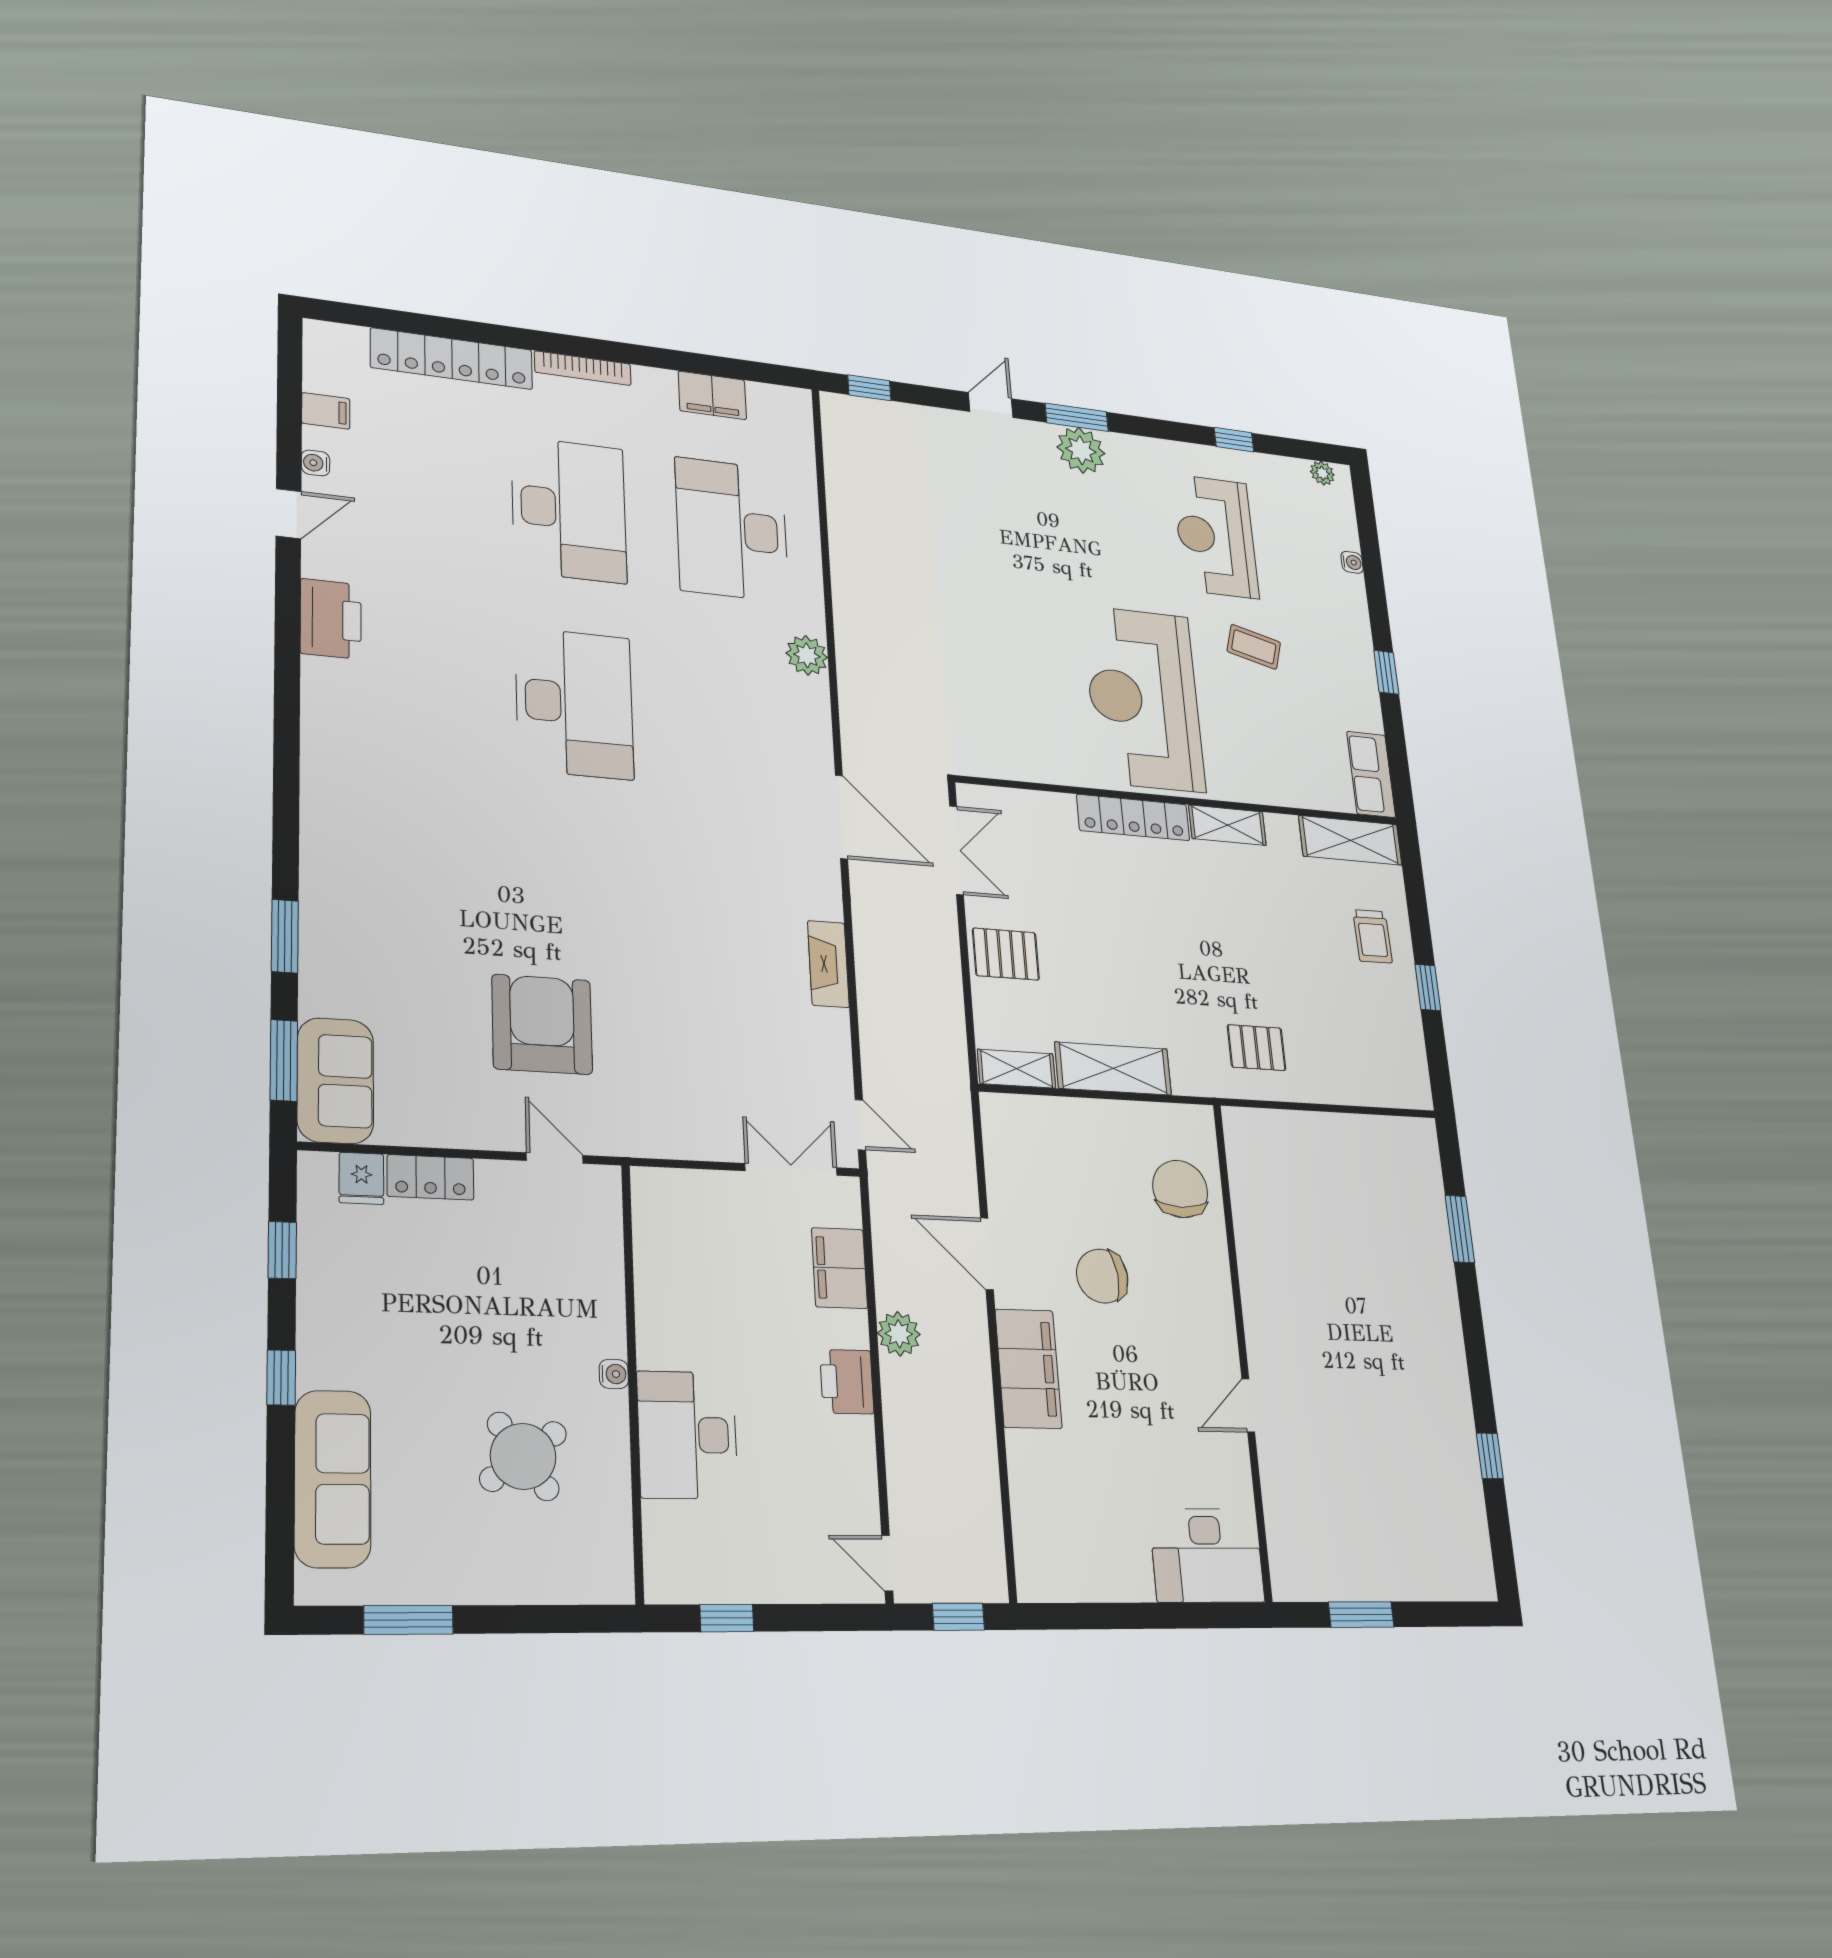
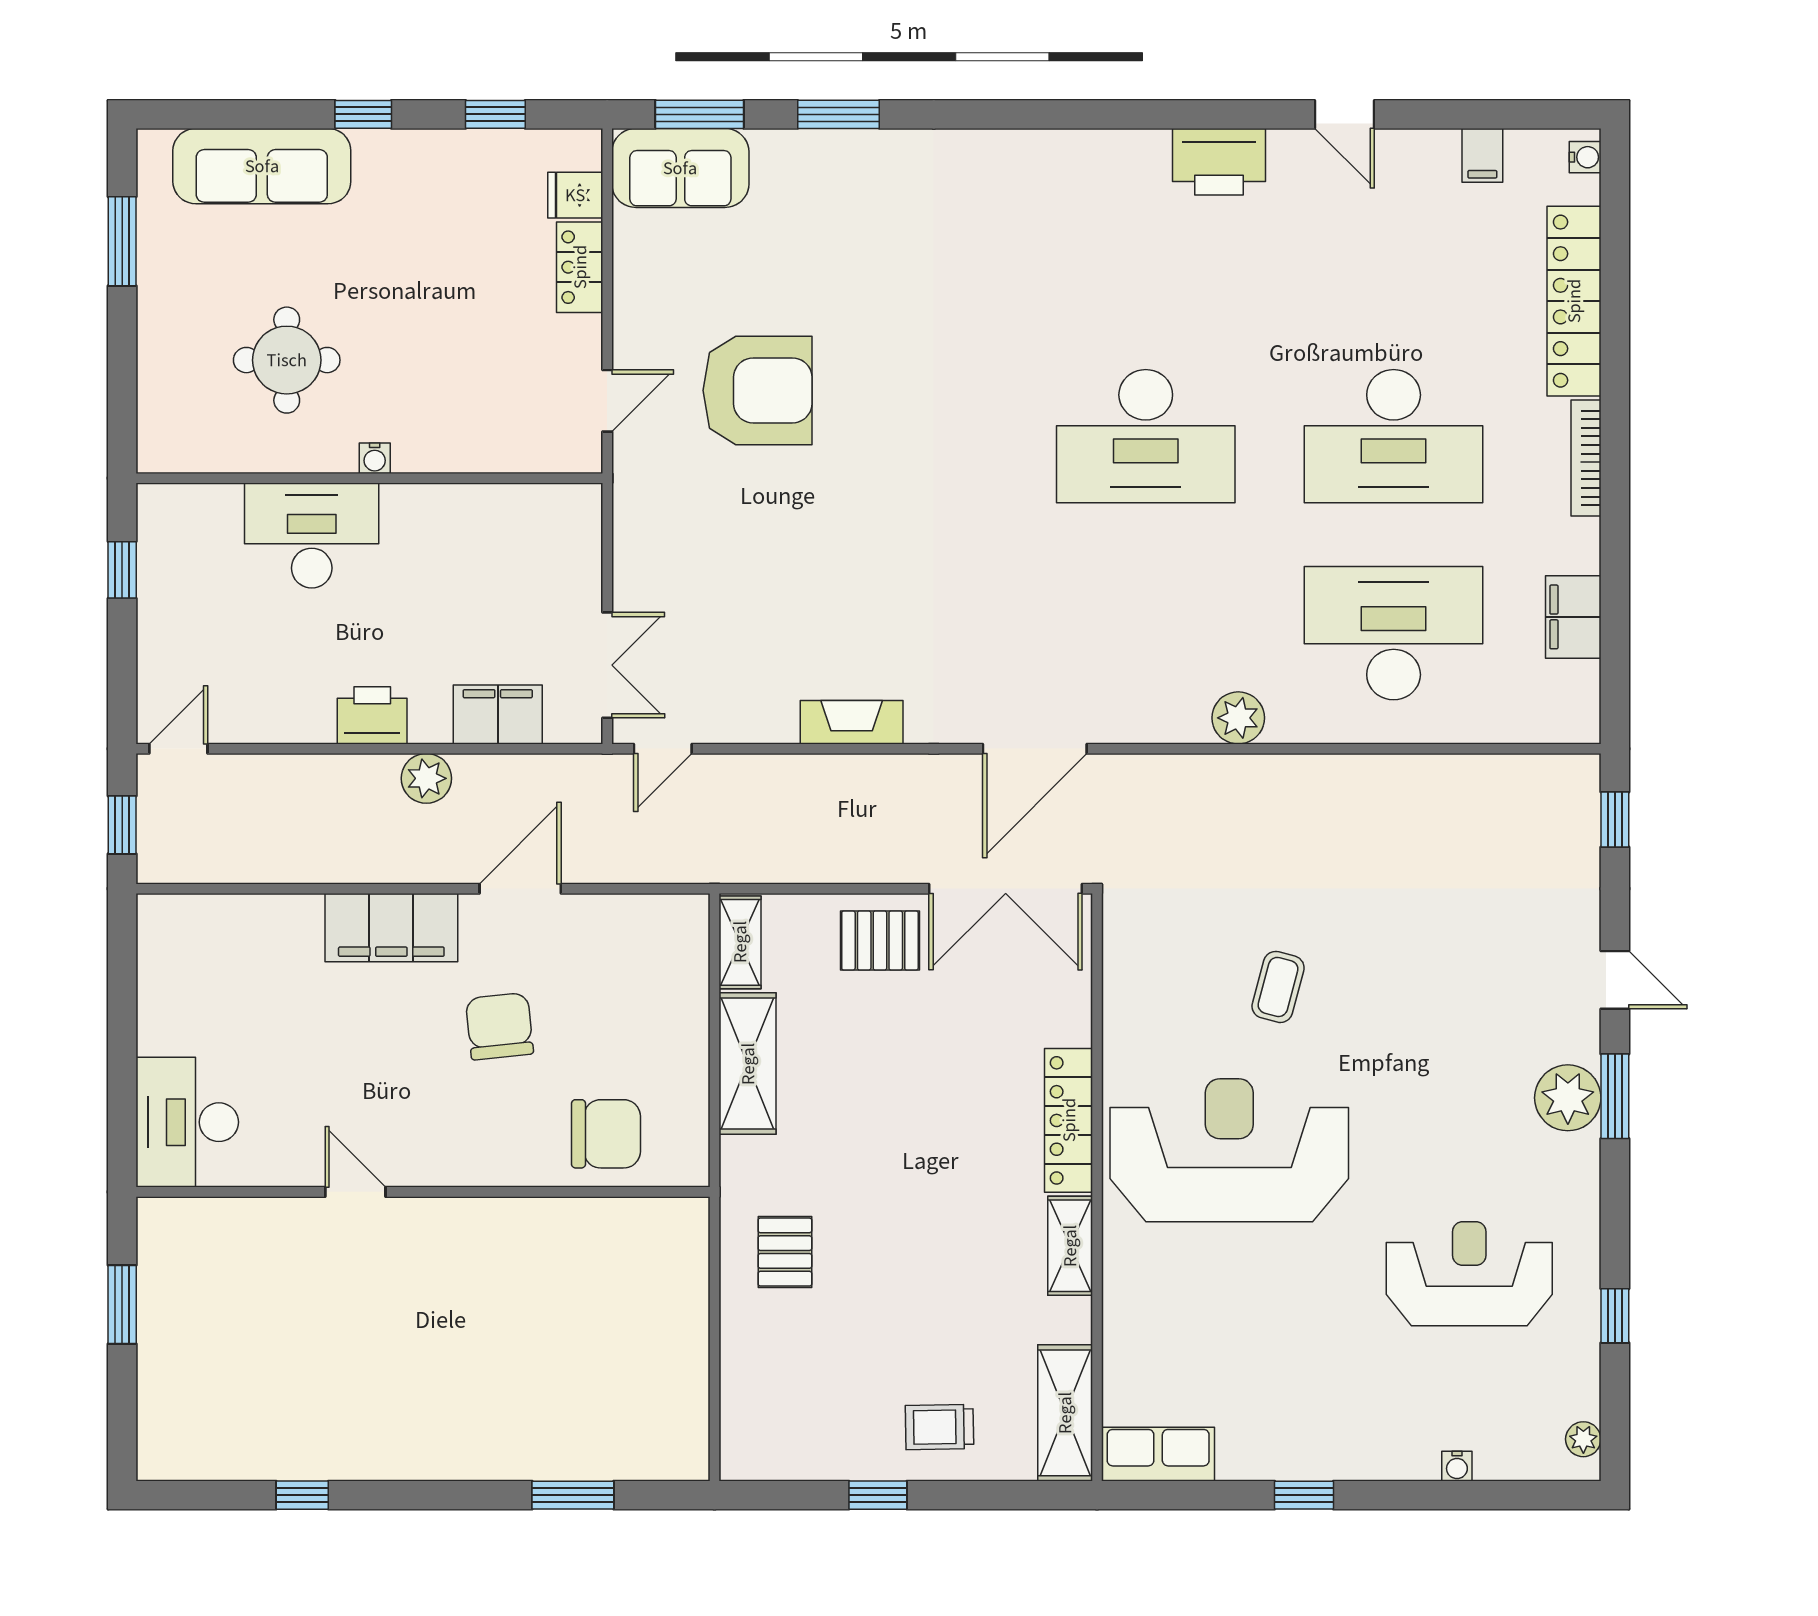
water cooler: (316, 463) -> (1585, 157), moved, turned 90
coffee table: (1254, 647) -> (1278, 987), moved
double door: (956, 850) -> (1006, 889), width x1.37
pallet: (1006, 954) -> (880, 941), turned 90
round table: (523, 1456) -> (287, 360), turned 36

